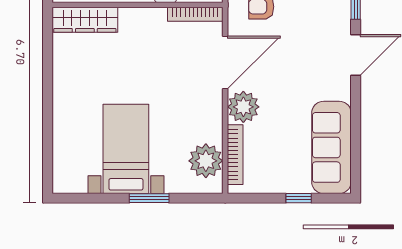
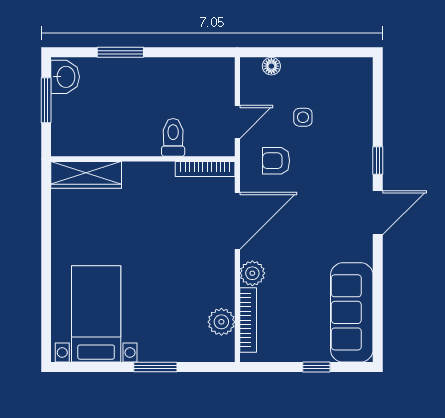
plant: (243, 107) -> (252, 273), width x0.73, depth x0.73
bed with nightstands: (126, 149) -> (96, 314), moved
plant: (206, 161) -> (221, 322), width x0.73, depth x0.73

